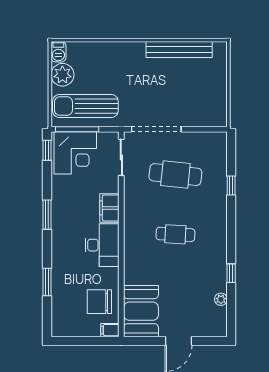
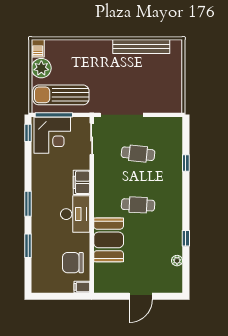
cafe table: (175, 175) -> (138, 154), width x0.73, depth x0.74
window: (47, 215) -> (28, 204), moved
booth: (141, 311) -> (109, 240), moved

